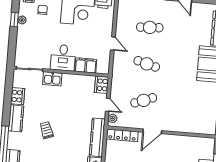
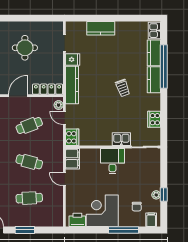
filing cabinet: (86, 65) -> (73, 159), moved, turned -90
kitchen counter: (16, 118) -> (154, 80), moved

